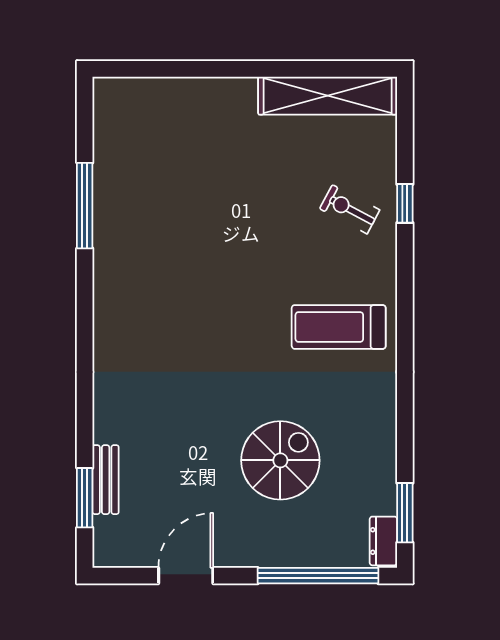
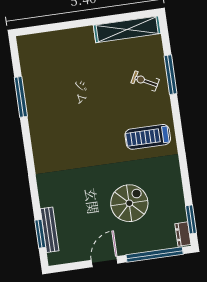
window: (405, 203) -> (170, 75), width x2.17
bench: (106, 480) -> (50, 230), width x1.36
door: (186, 576) -> (105, 262), moved

